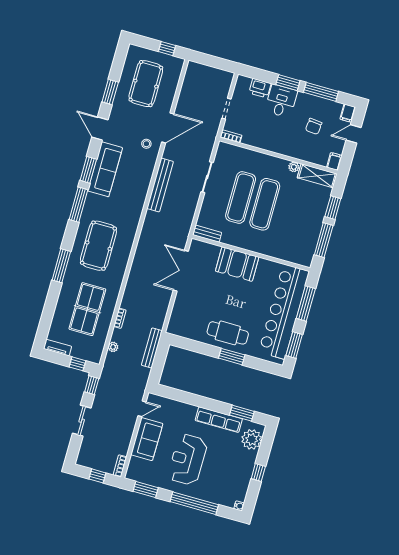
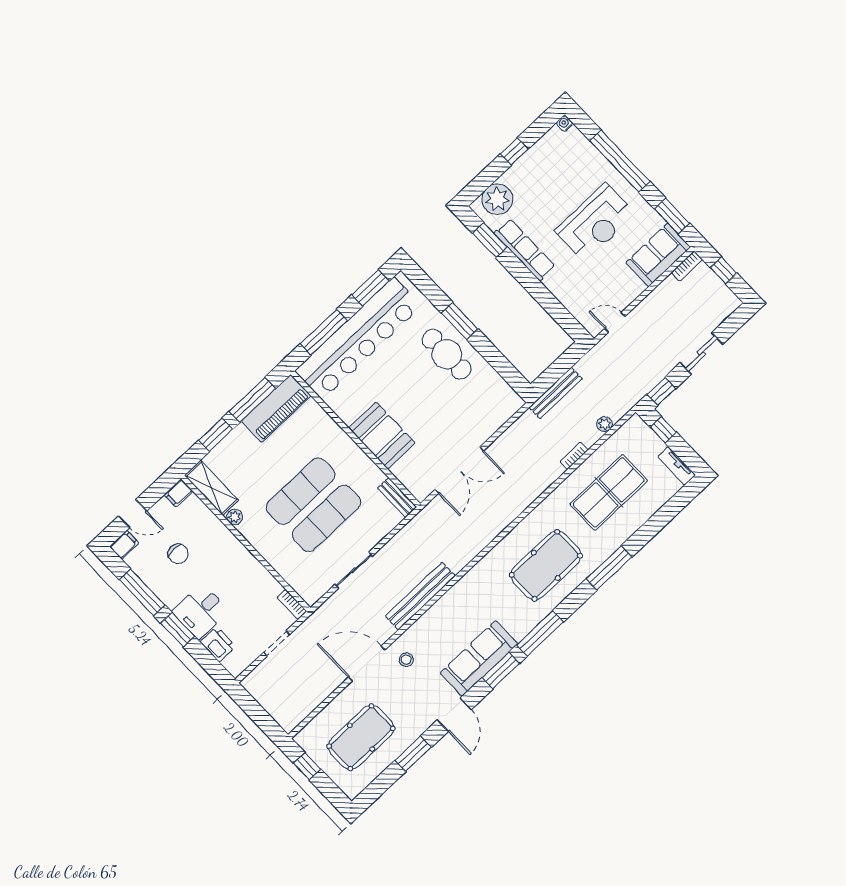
chair: (314, 126) -> (178, 554), turned 85
piano: (307, 243) -> (276, 408), added
sofa: (147, 439) -> (658, 255), moved

